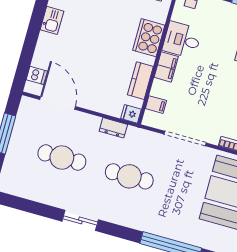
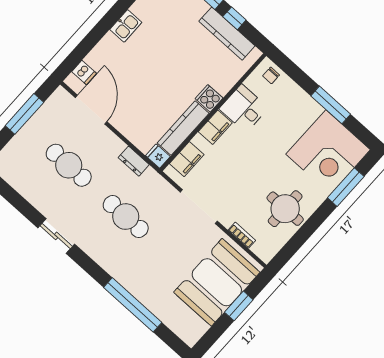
cooker: (149, 38) -> (209, 98), width x0.53, depth x0.76
kitchen counter: (140, 81) -> (183, 128), width x1.50
filing cabinet: (156, 105) -> (187, 159), width x2.00

